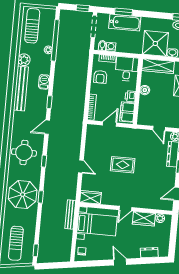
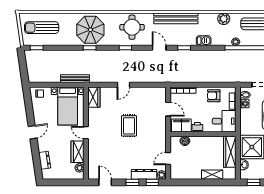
bench: (21, 89) -> (176, 18), moved
boiler: (145, 90) -> (185, 141), moved

